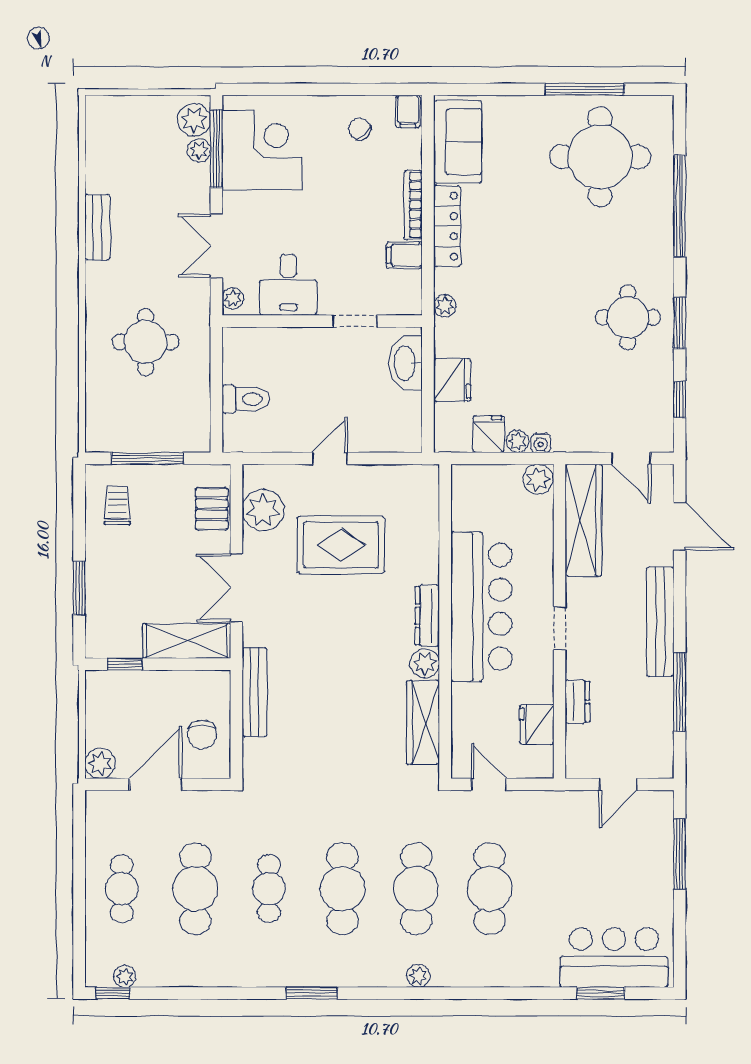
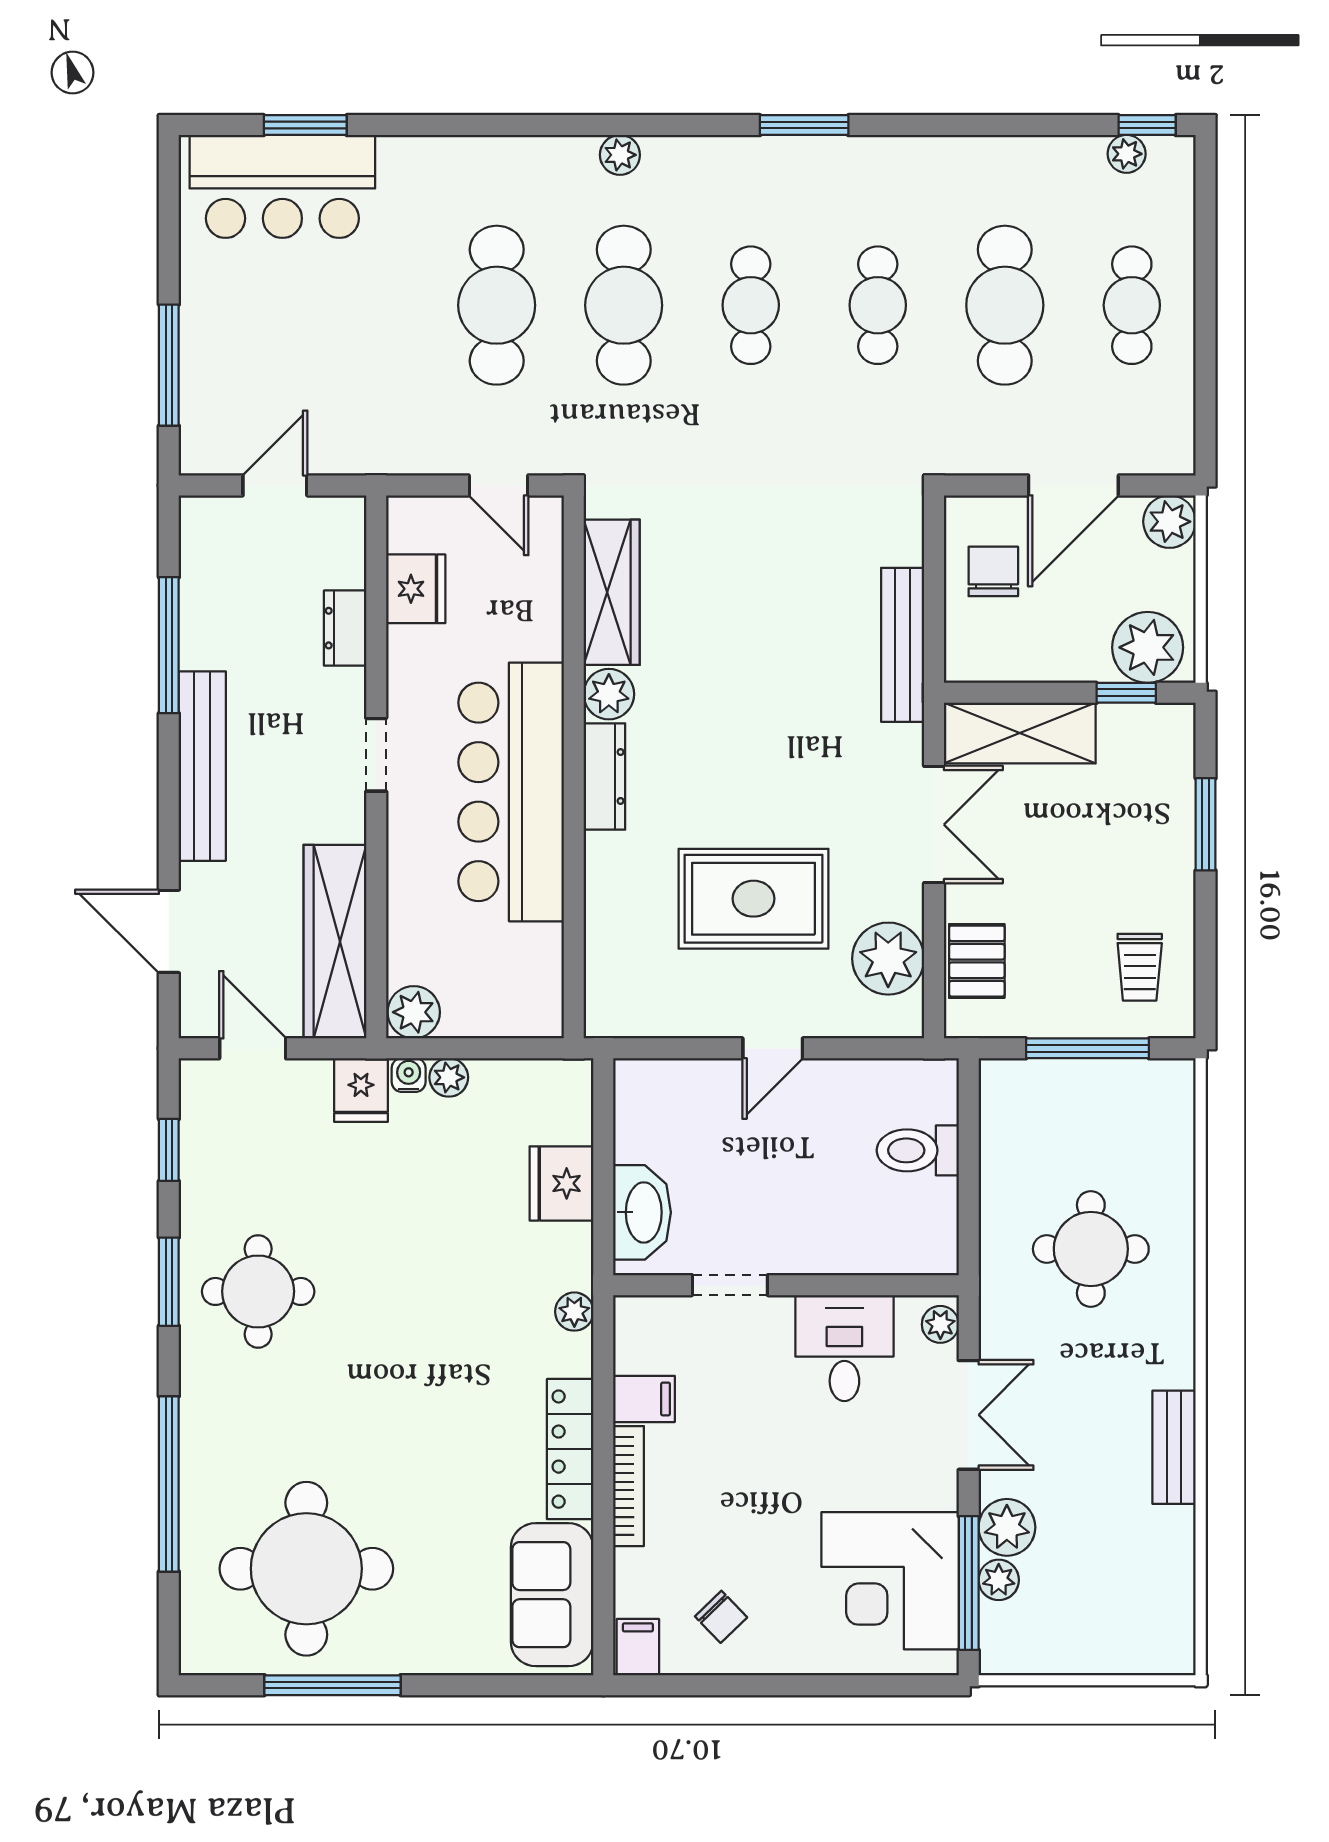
plant: (194, 120) -> (1007, 1527), moved
fridge: (489, 434) -> (361, 1090), moved
plant: (113, 690) -> (1148, 647), added
cafe table: (343, 889) -> (751, 305), width x0.73, depth x0.74

